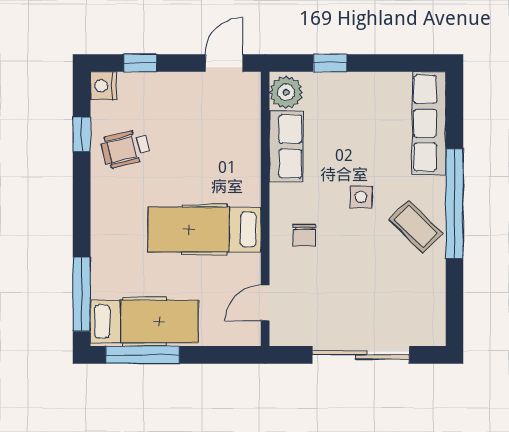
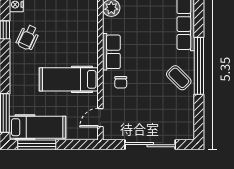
row of seats: (286, 146) -> (111, 52), moved
wheelchair: (125, 149) -> (28, 37), turned -51
side table: (361, 197) -> (150, 62), removed

